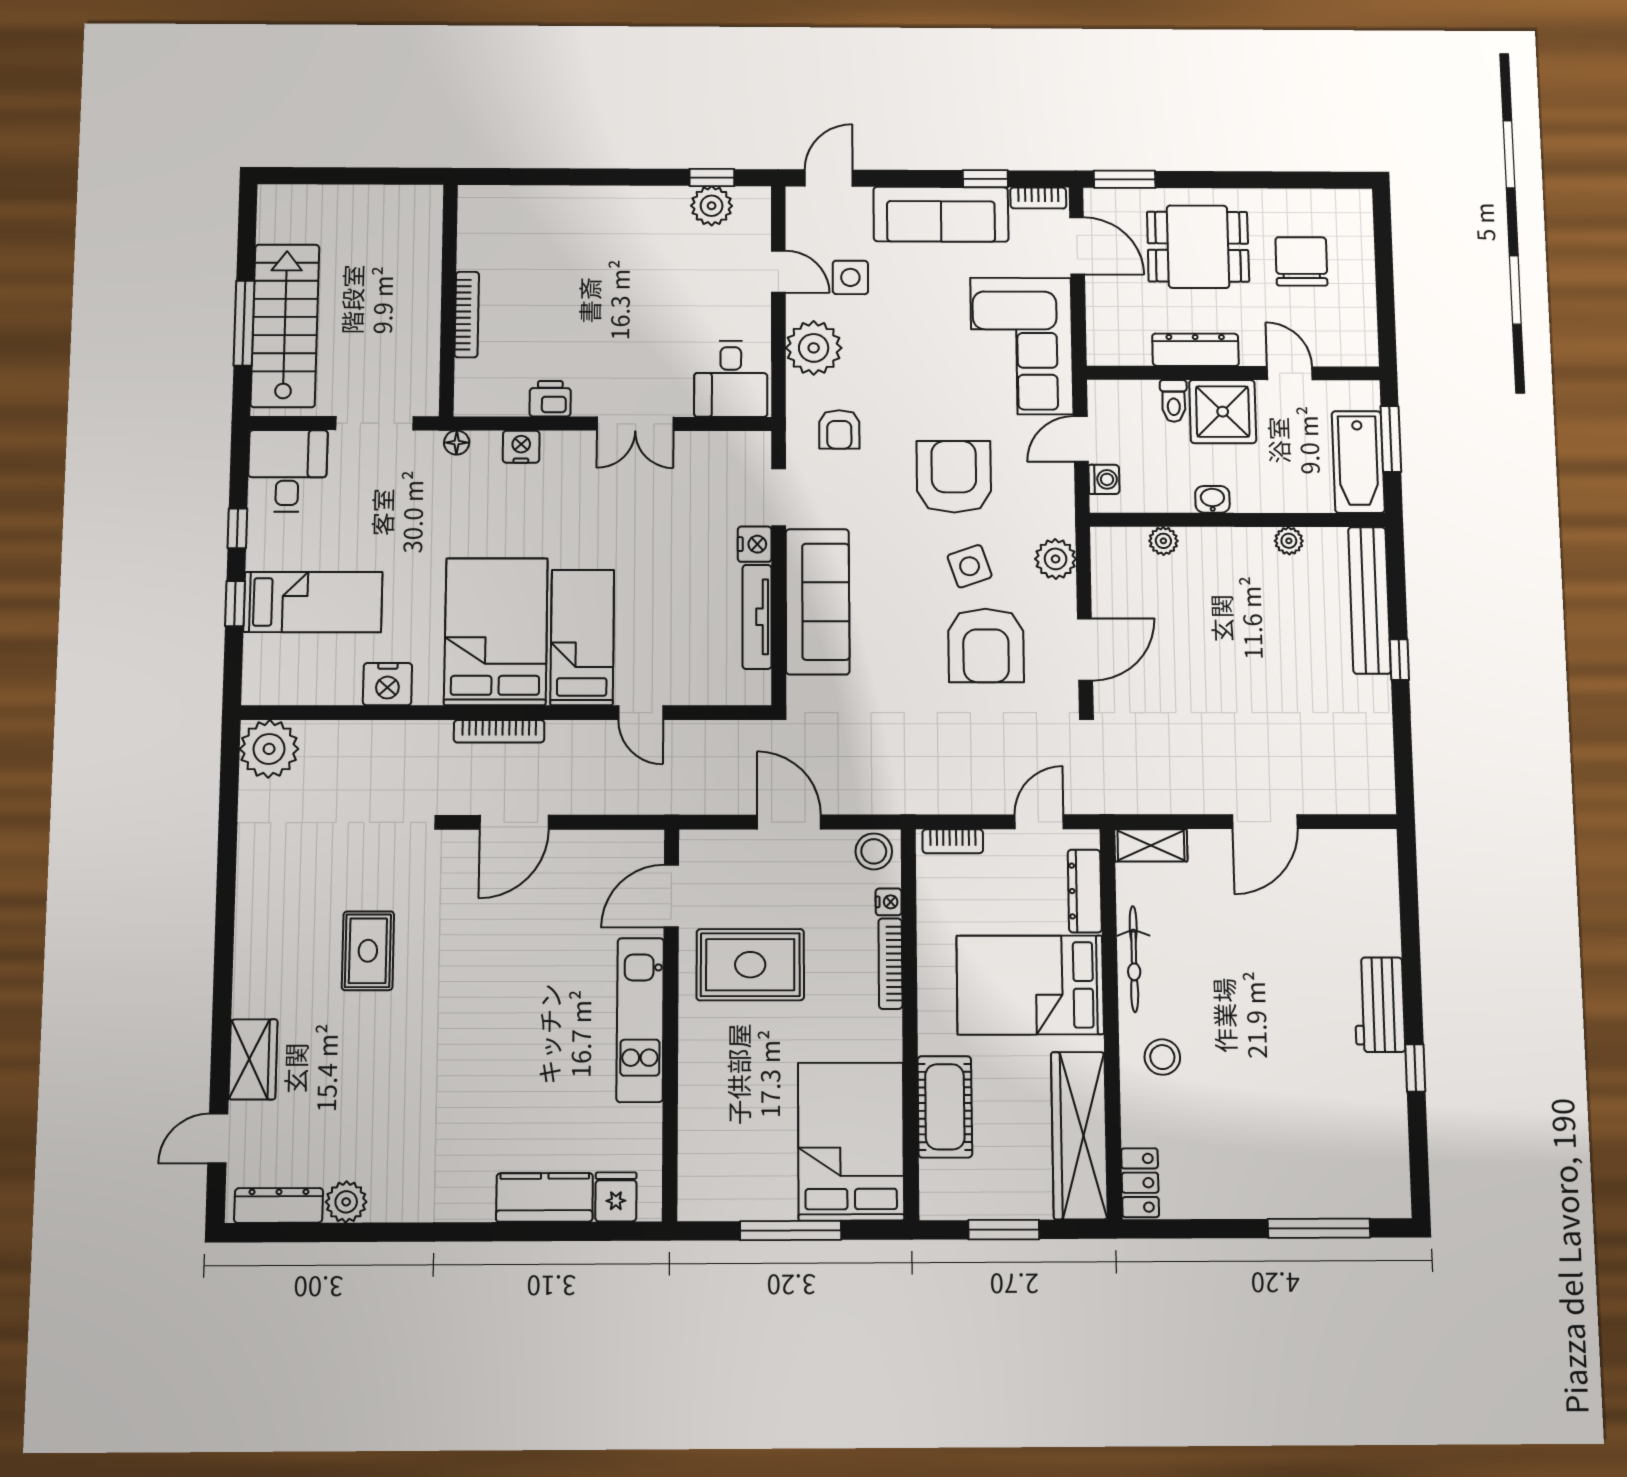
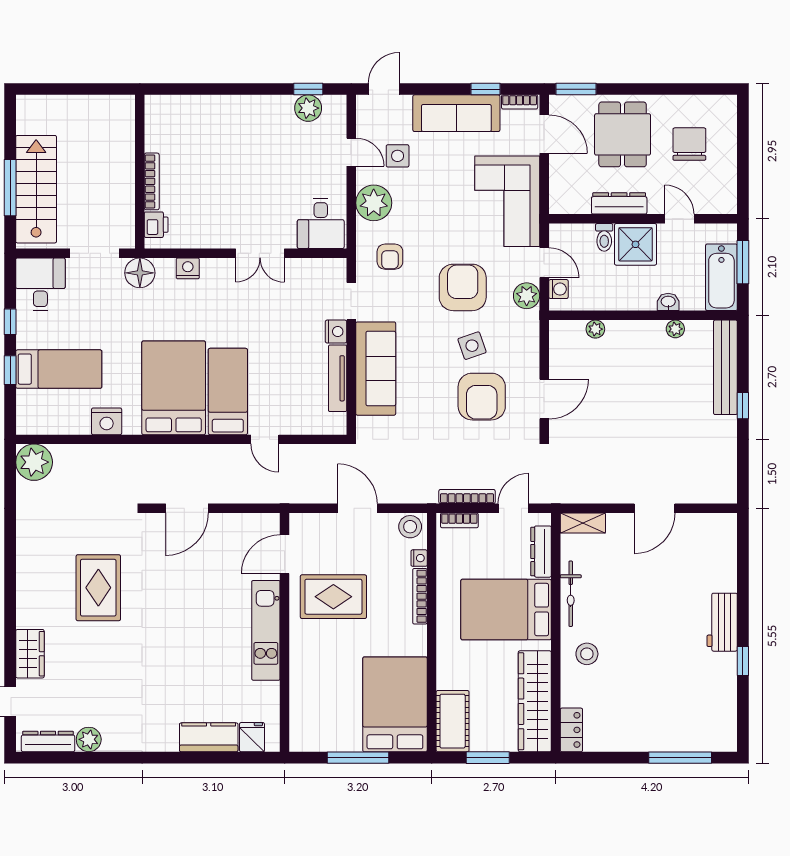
dining table: (1198, 247) -> (623, 134), turned 90
printer: (550, 399) -> (156, 225), moved, turned 90
door: (1081, 439) -> (544, 263), swing flipped
floor lamp: (457, 443) -> (140, 273), width x1.89, depth x1.89
washbasin: (1212, 499) -> (668, 302), moved
plant: (1056, 559) -> (527, 296), moved
bookcase: (499, 731) -> (467, 497), moved, turned 180
rug: (368, 951) -> (98, 588), width x1.36, depth x1.43
cot: (945, 1107) -> (453, 721), moved

